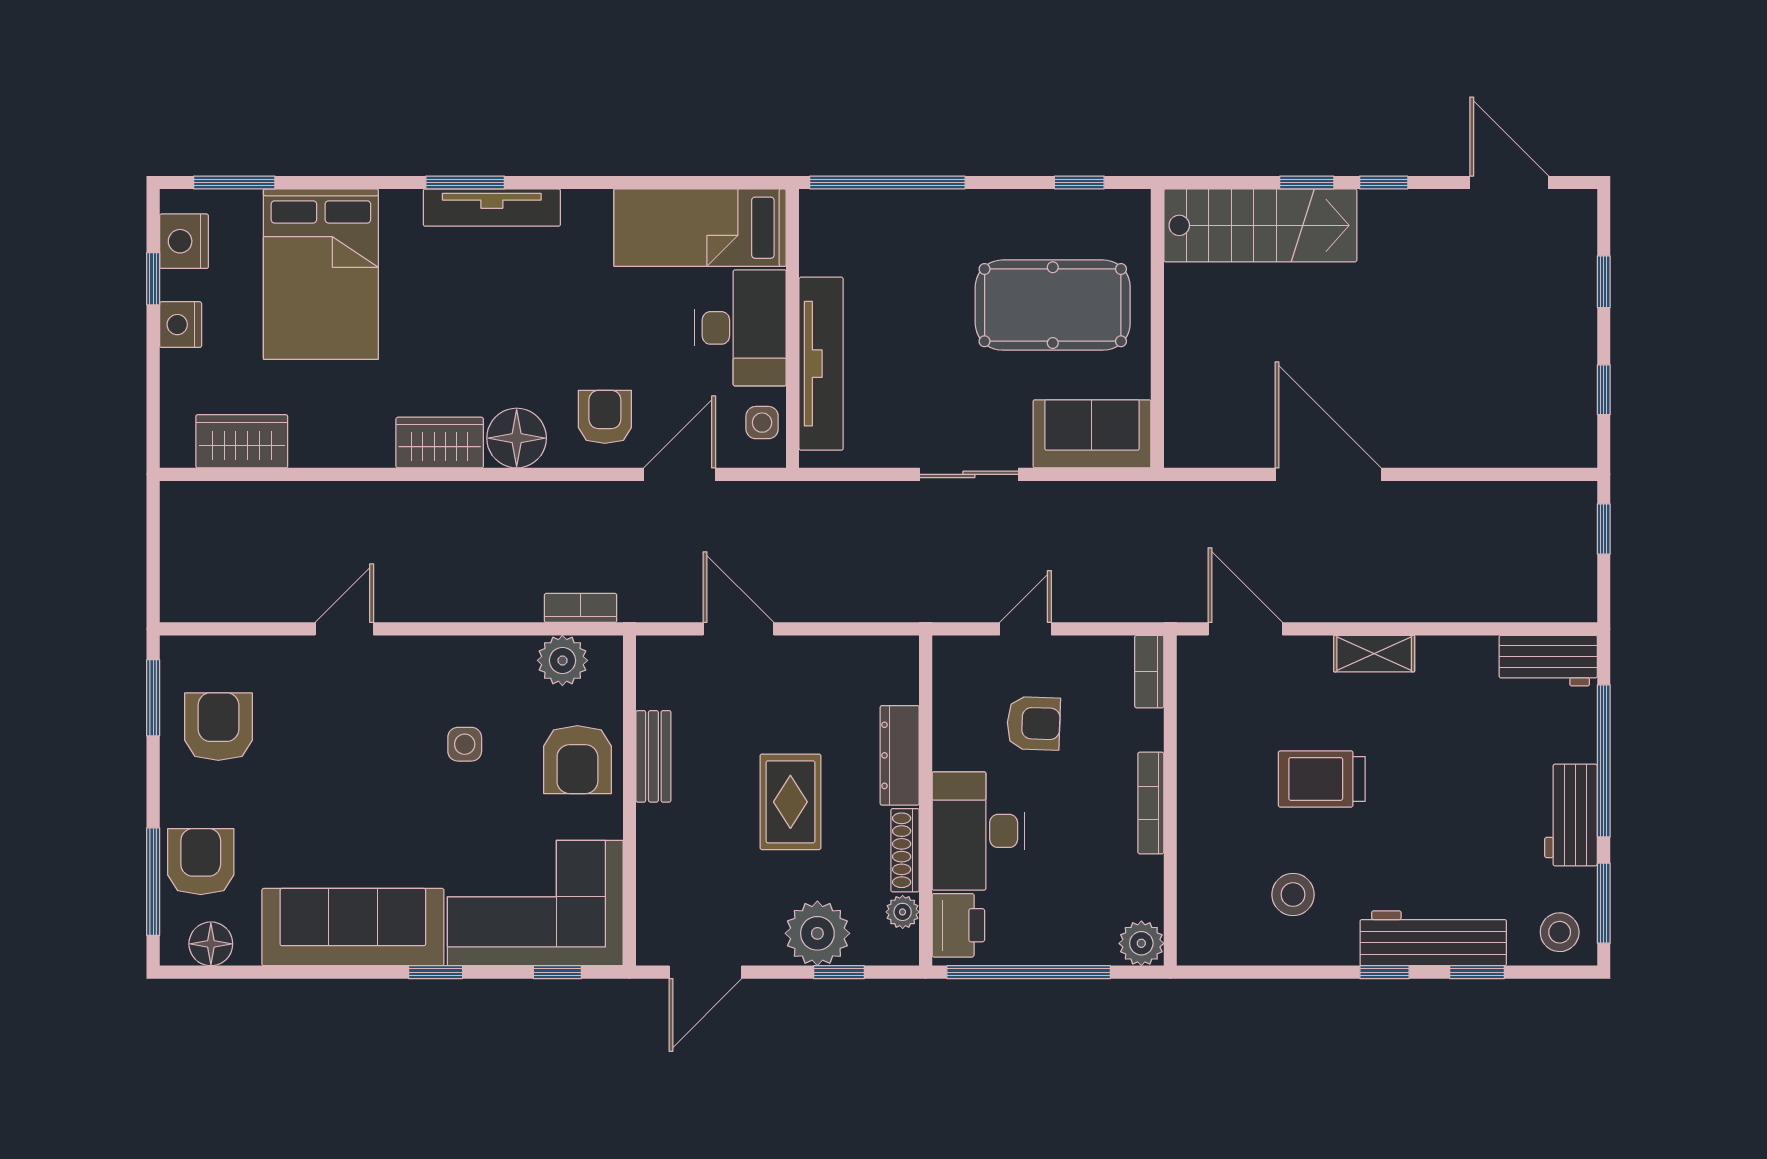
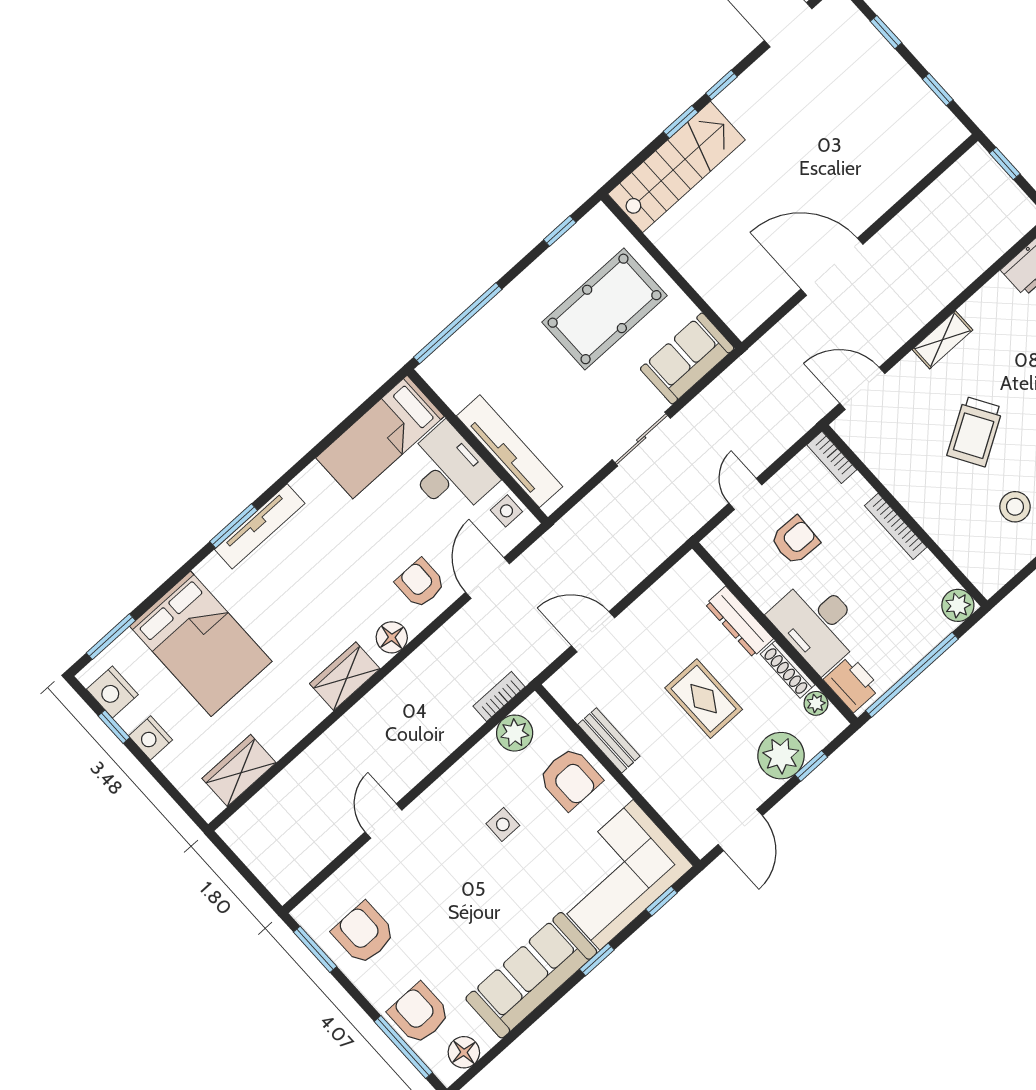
floor lamp: (517, 438) -> (392, 637), width x0.73, depth x0.73
trolley: (1322, 779) -> (975, 432), turned -31

